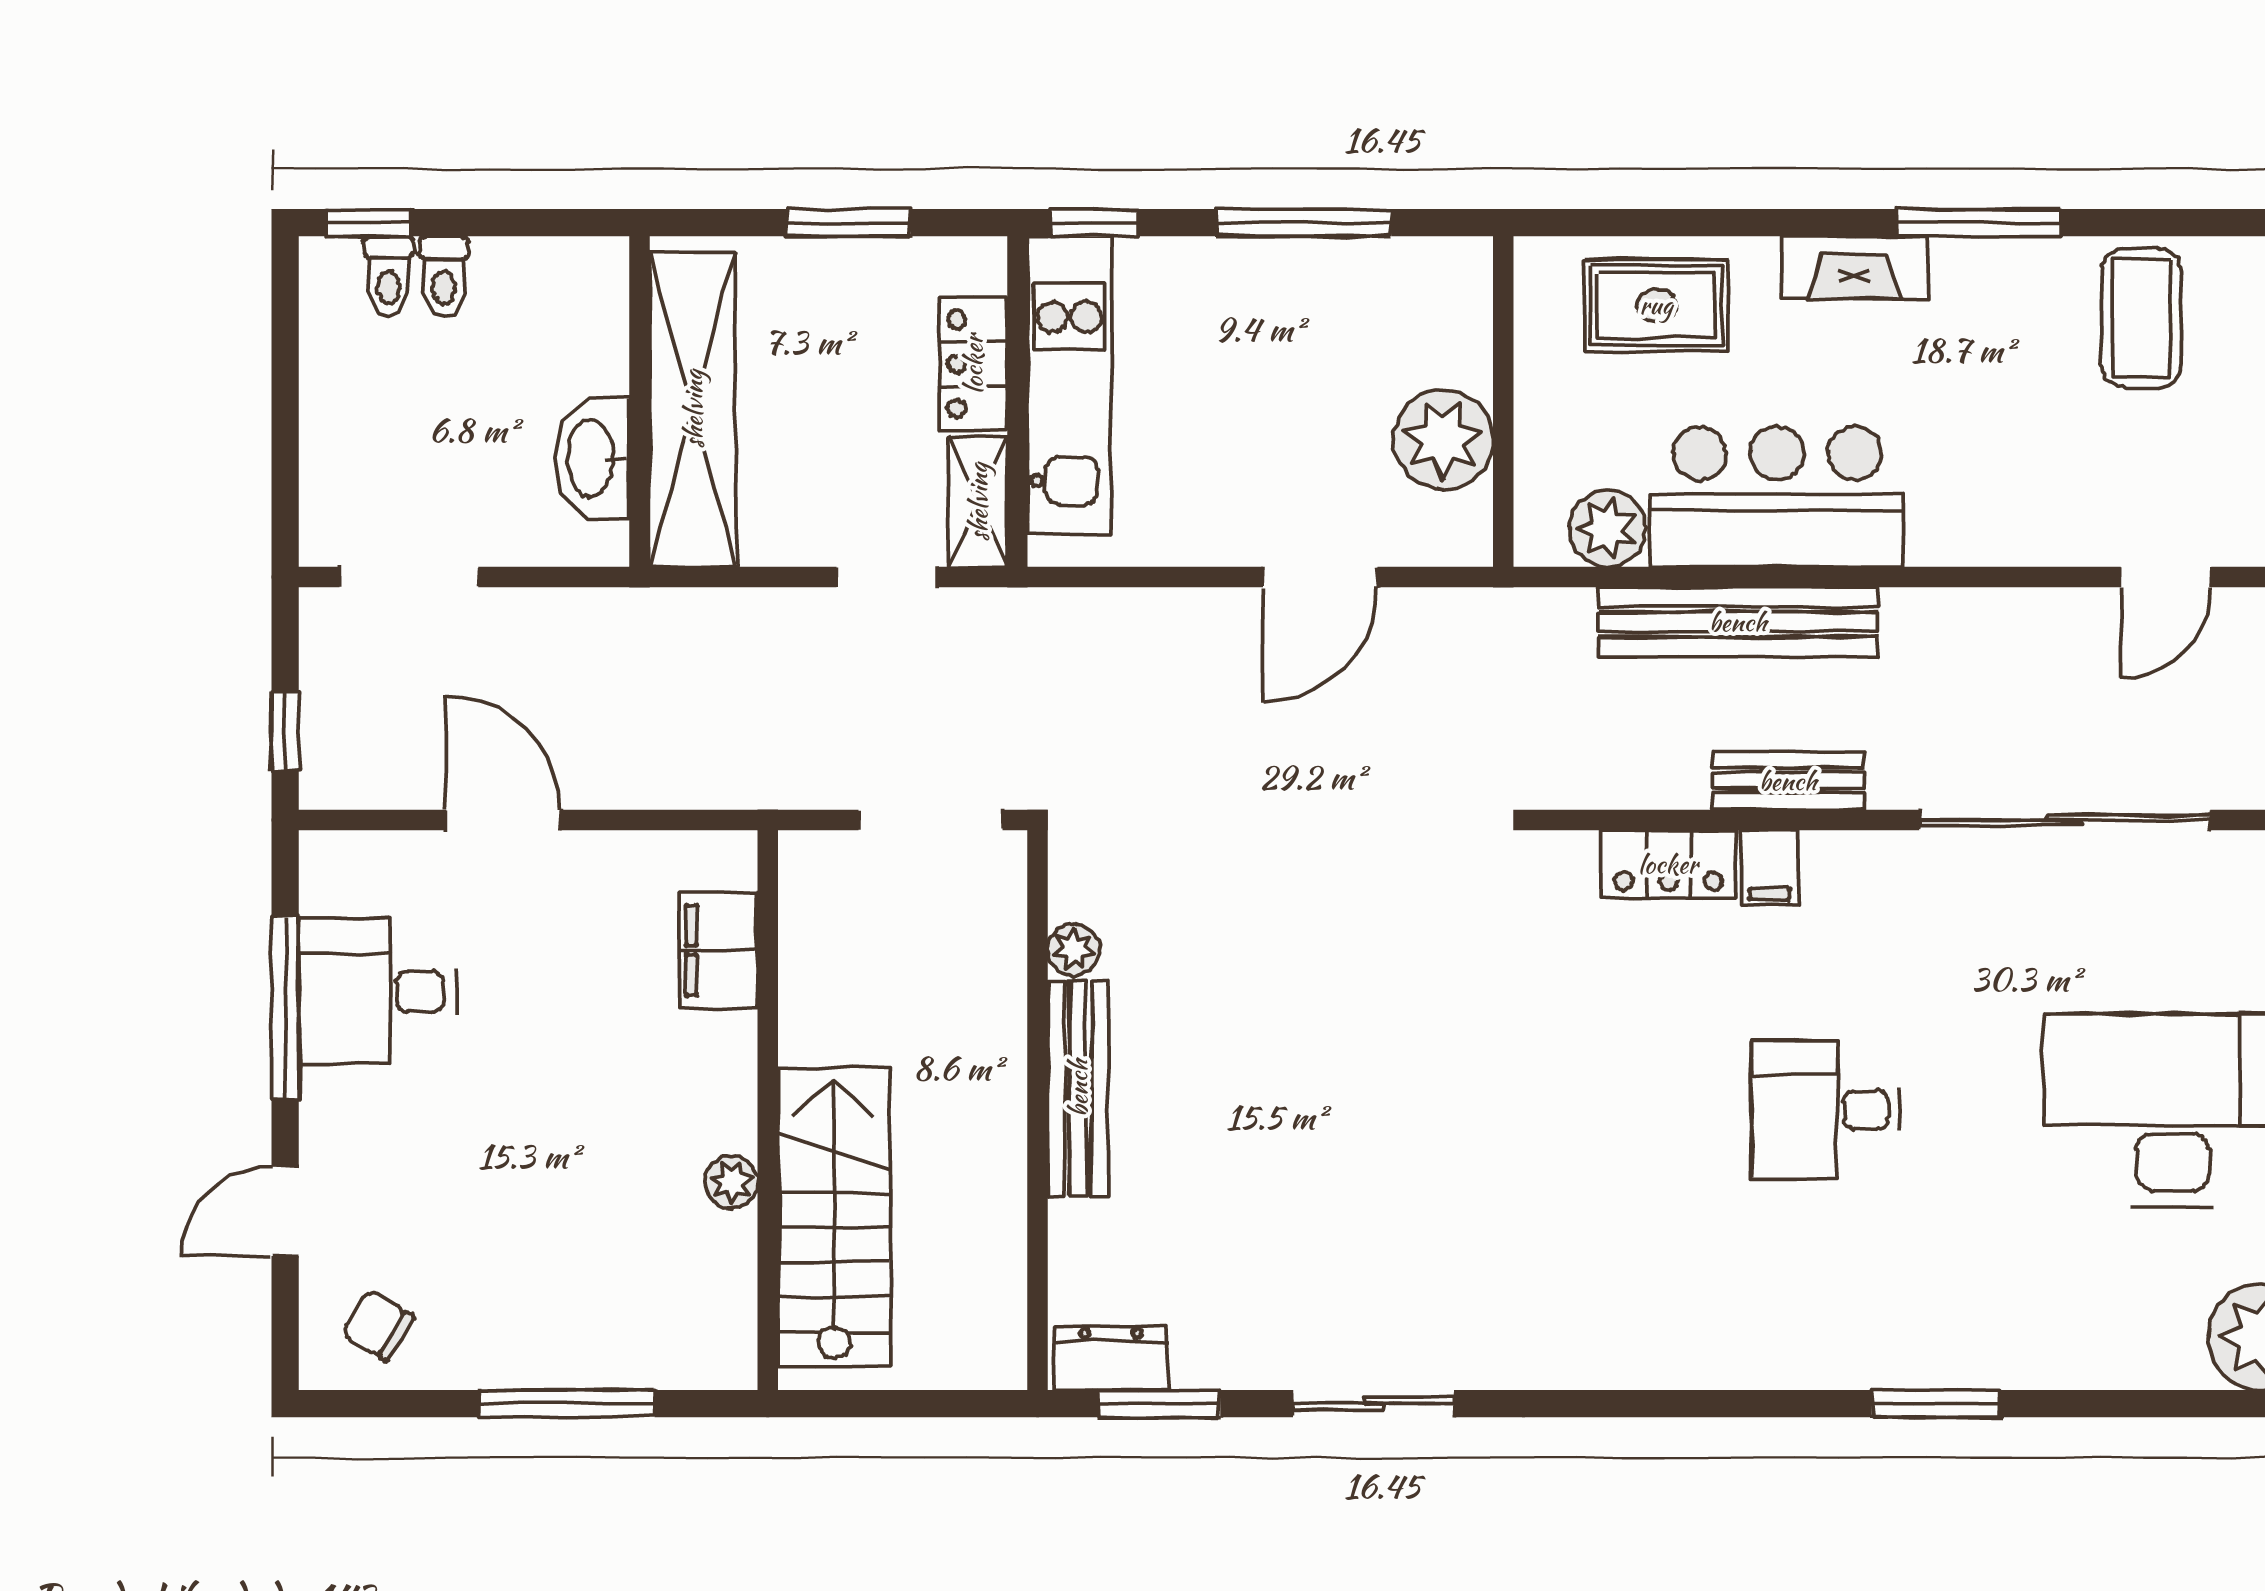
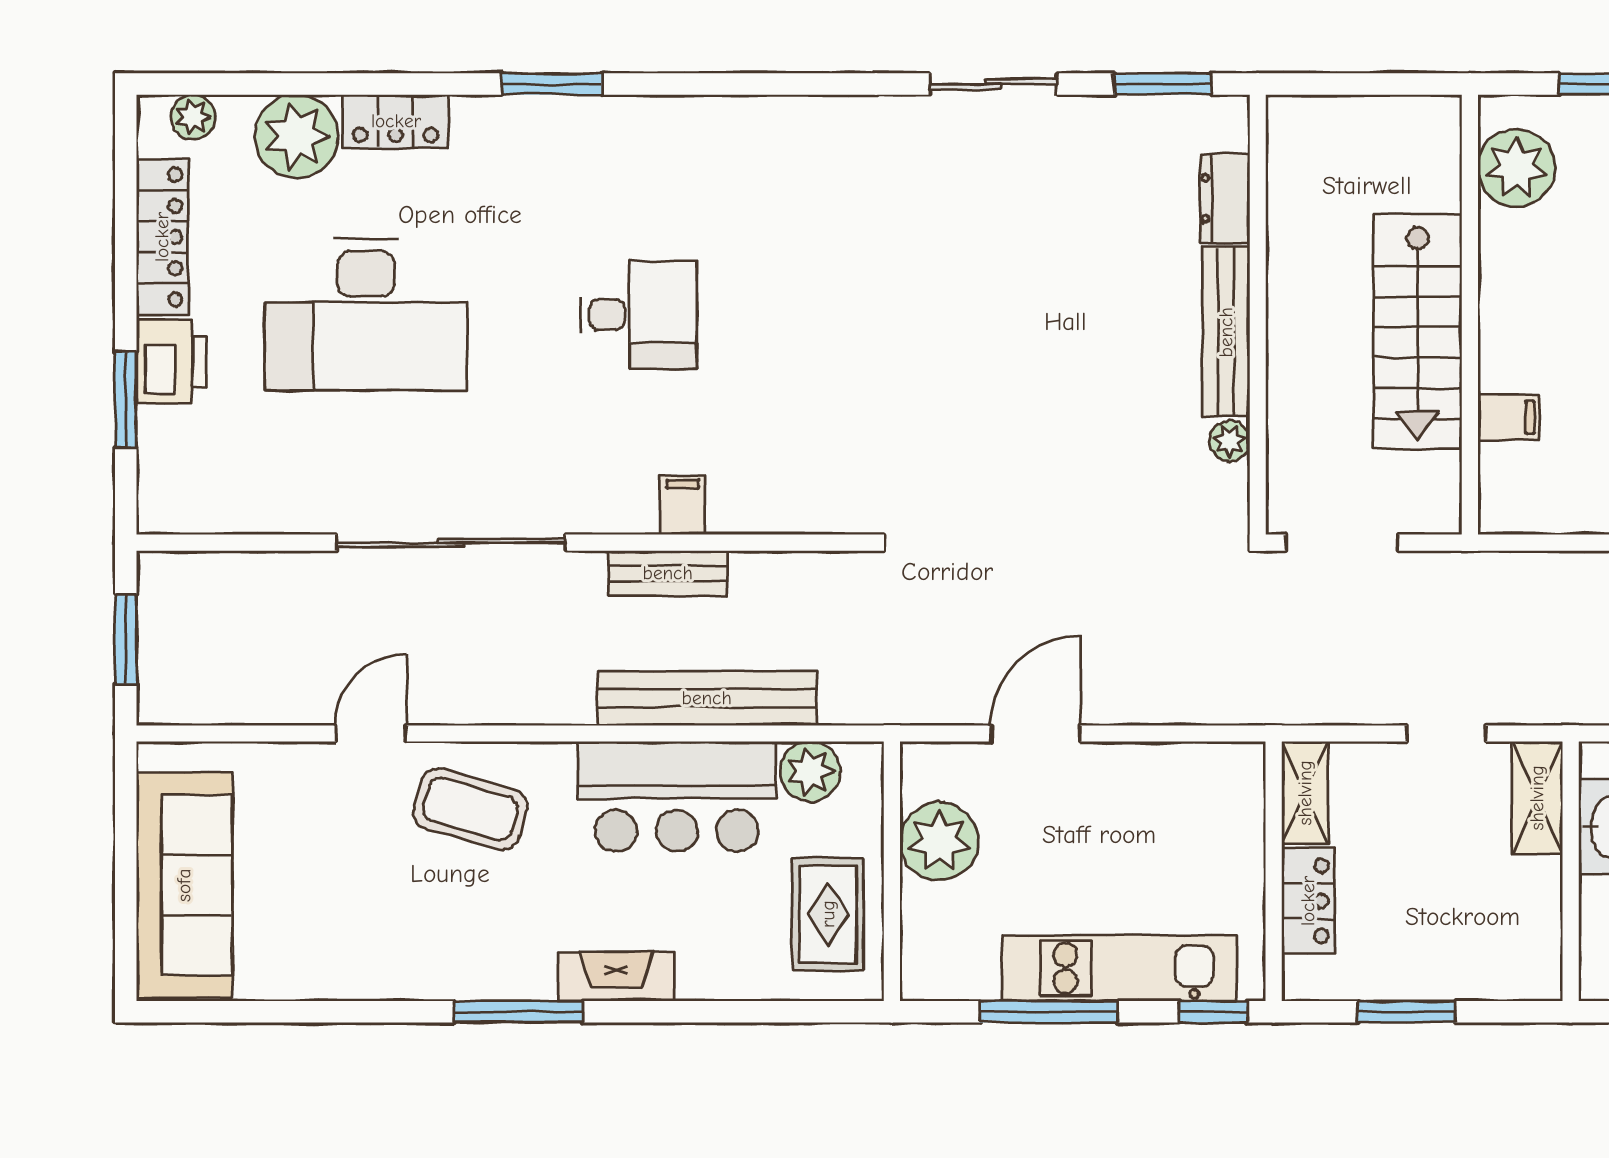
rug: (1656, 305) -> (828, 914), moved, turned 90
coffee table: (2142, 318) -> (470, 809), moved, turned -74
kitchen unit: (1069, 385) -> (1119, 968), moved, turned 90
shelving: (693, 409) -> (1537, 798), width x0.45, depth x0.75
doorway: (887, 577) -> (1446, 733), moved
locker: (1668, 864) -> (396, 121), moved, turned 180
filing cabinet: (719, 950) -> (1508, 417), width x0.50
plant: (731, 1182) -> (1516, 168), moved, width x1.88, depth x1.88
stairs: (834, 1217) -> (1418, 332), moved
dresser: (1111, 1358) -> (1225, 198), moved, turned 90

